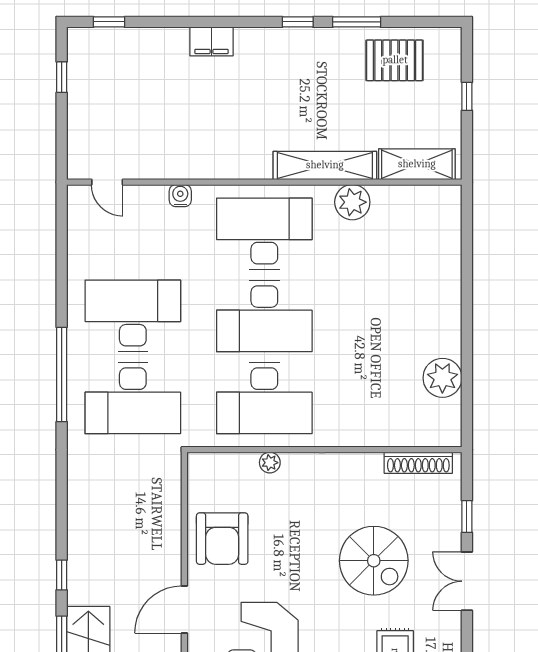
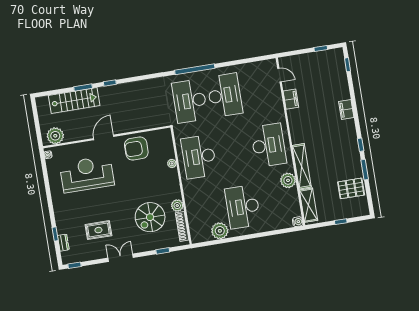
pallet: (395, 60) -> (351, 188), turned 90
filing cabinet: (167, 165) -> (291, 99), added
door: (107, 182) -> (279, 75), swing flipped
water cooler: (180, 196) -> (298, 222), moved
desk: (264, 316) -> (243, 207), moved
plant: (368, 466) -> (177, 206), added
spiral stairs: (374, 561) -> (150, 217), moved
double door: (467, 581) -> (121, 258), moved
door: (184, 609) -> (104, 137), hinge flipped

